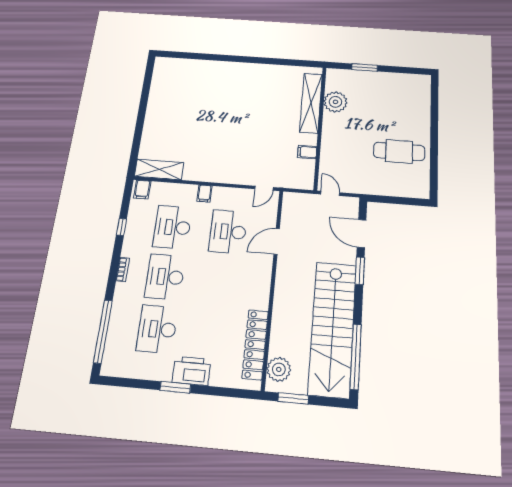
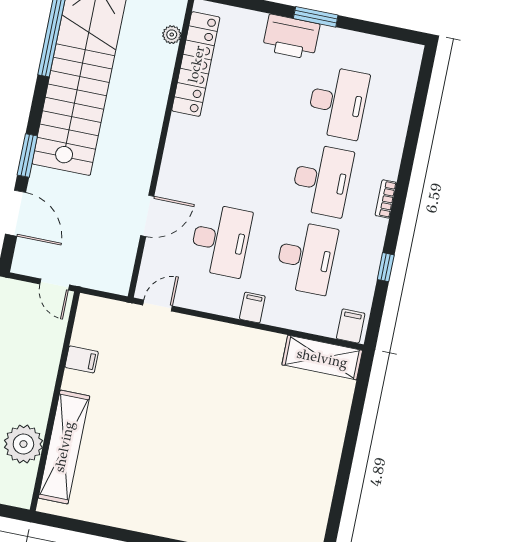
window: (103, 331) -> (418, 108), removed
plant: (279, 369) -> (172, 35), width x0.53, depth x0.53

